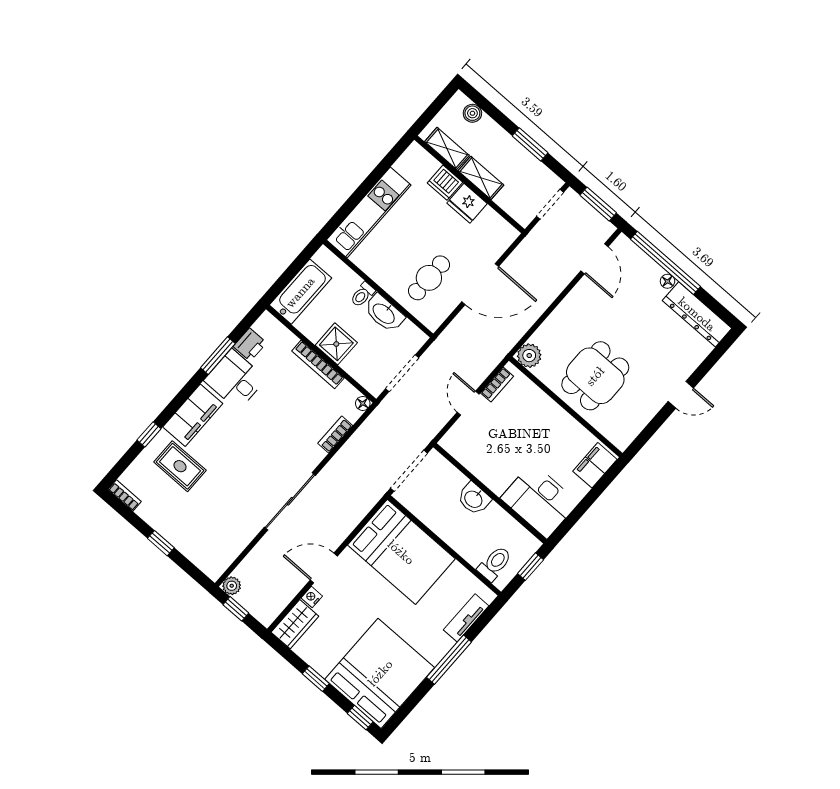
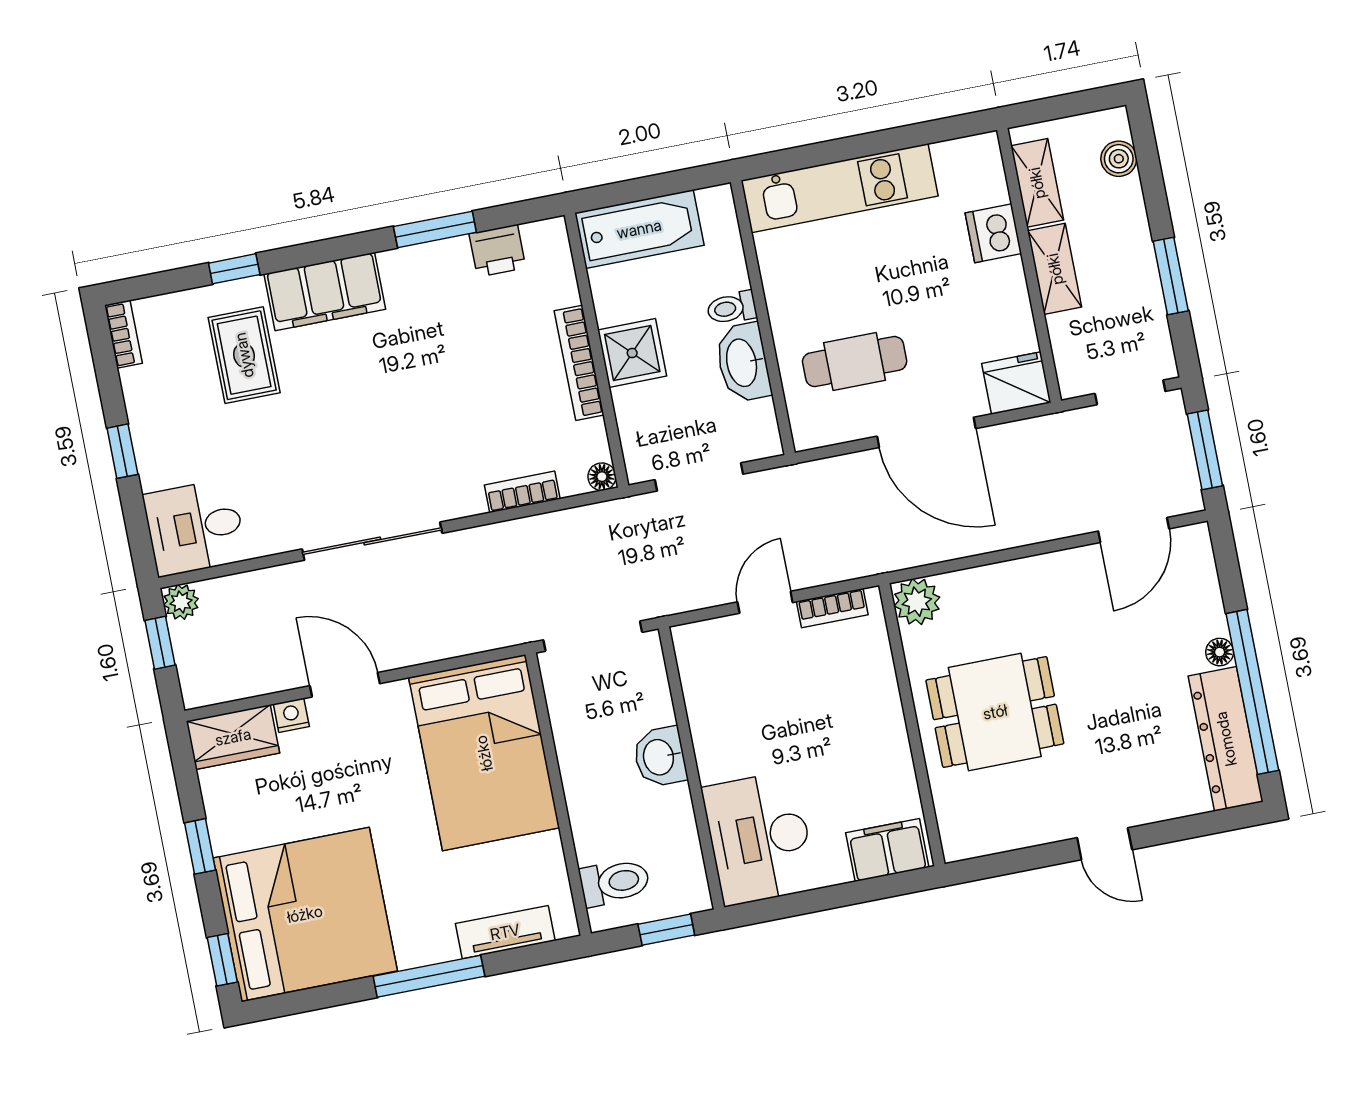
fridge: (467, 203) -> (1016, 383), moved, turned 90
window: (665, 263) -> (1252, 692), moved
desk: (235, 380) -> (195, 527), moved, turned -90

